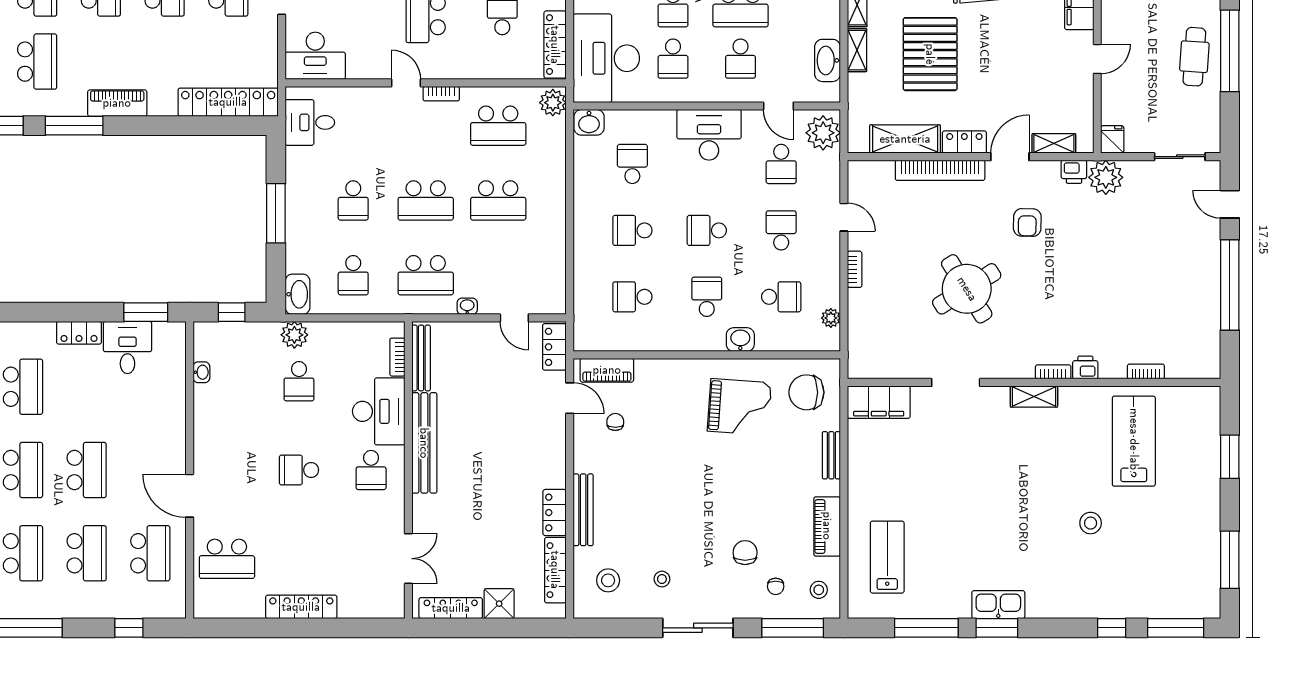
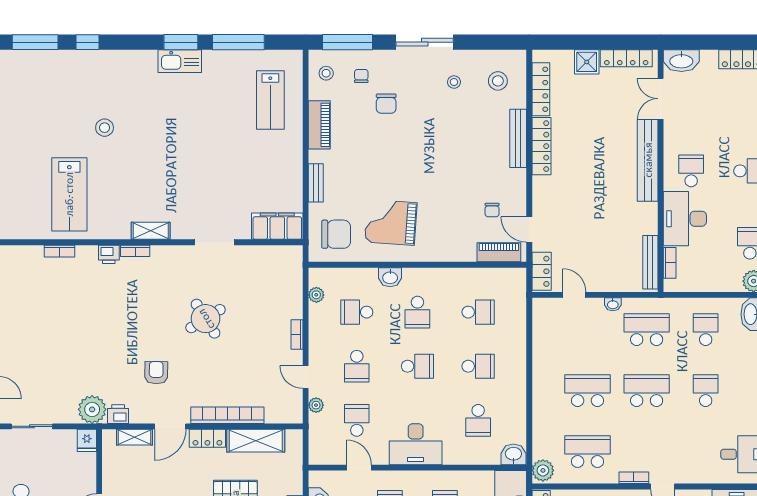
plant: (823, 133) -> (316, 405), moved, width x0.53, depth x0.53
round table: (967, 289) -> (206, 319), width x0.73, depth x0.73
bench: (424, 443) -> (648, 160), moved
locker: (555, 513) -> (542, 146), width x1.53
washbasin: (383, 605) -> (681, 61), added

